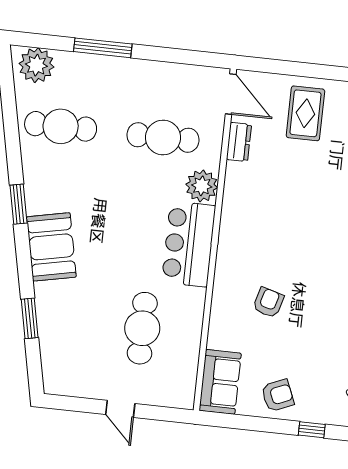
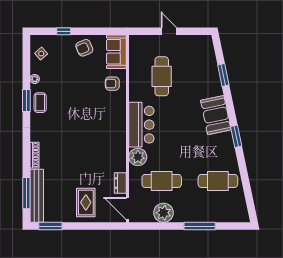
plant: (36, 65) -> (163, 213), moved
armchair: (268, 303) -> (112, 84), moved, turned 74

